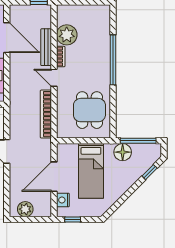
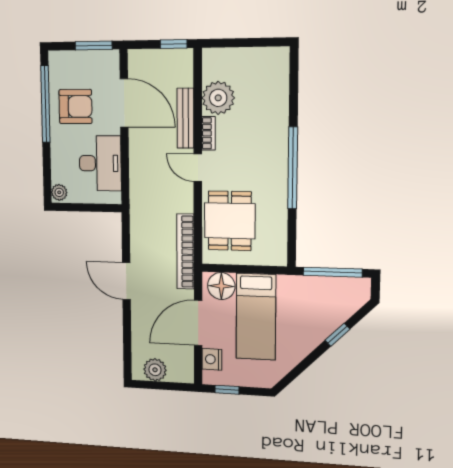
window: (113, 60) -> (293, 168), moved
dining table: (89, 110) -> (230, 221), moved
bookcase: (46, 114) -> (185, 252), moved
floor lamp: (123, 152) -> (221, 286), moved
window: (150, 172) -> (337, 335), moved

